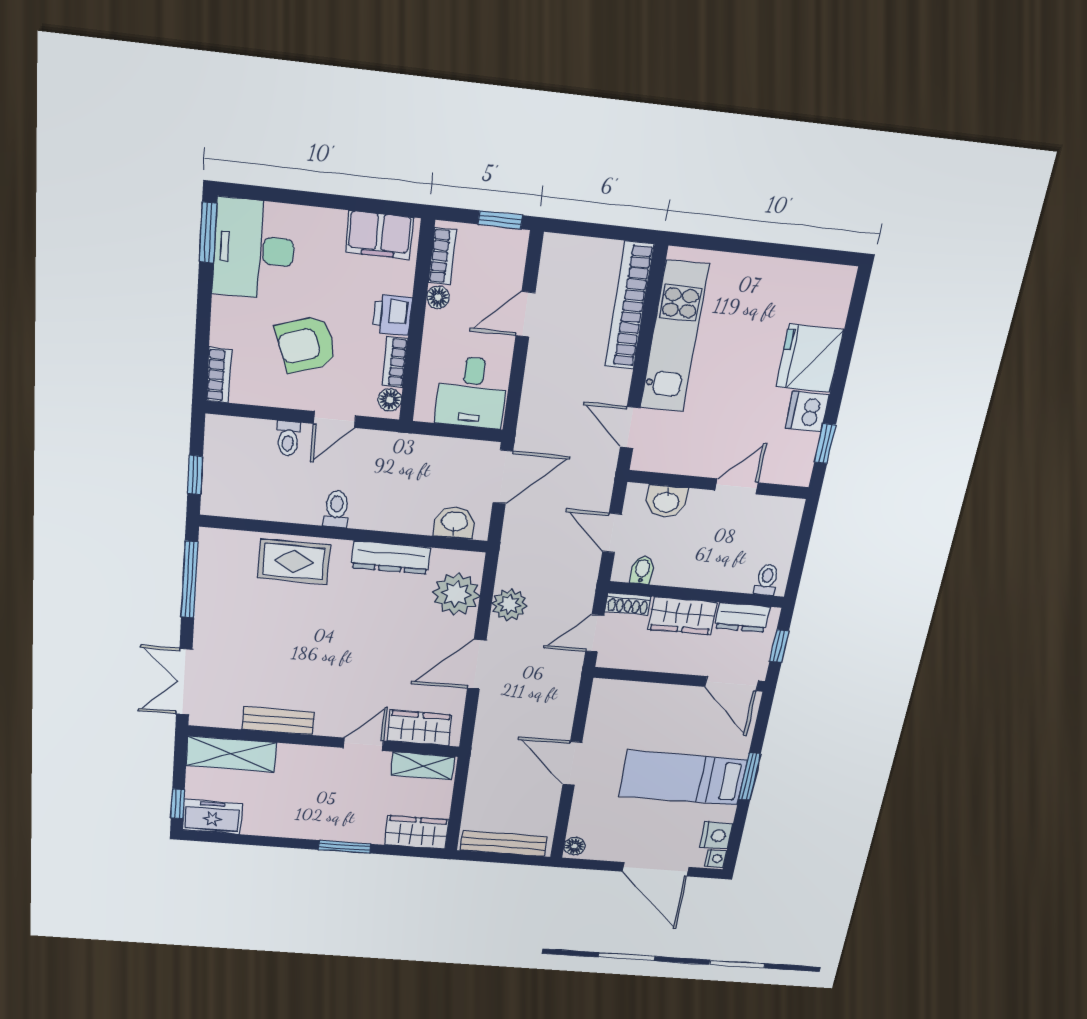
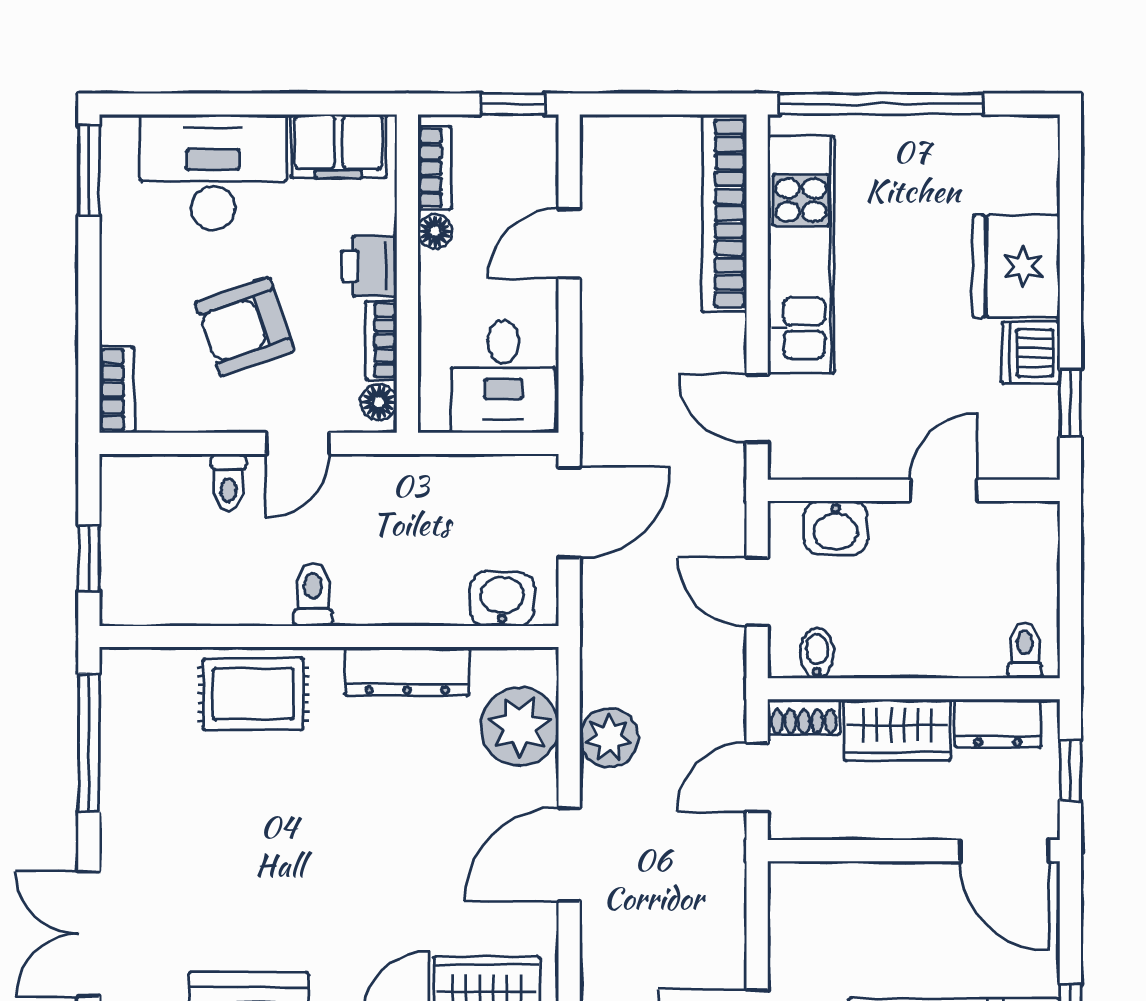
window: (744, 247) -> (881, 104), added
desk: (254, 249) -> (213, 172), moved, turned 90

